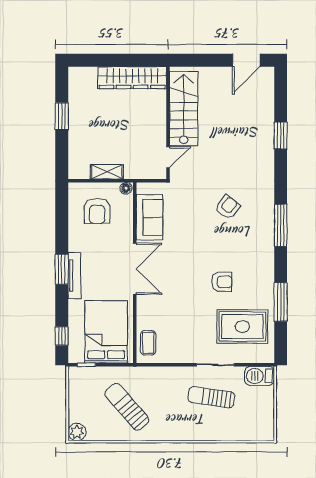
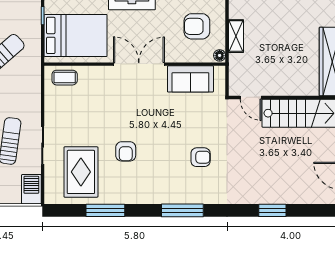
armchair: (228, 207) -> (201, 157), turned -38
double door: (135, 269) -> (139, 64), swing flipped

